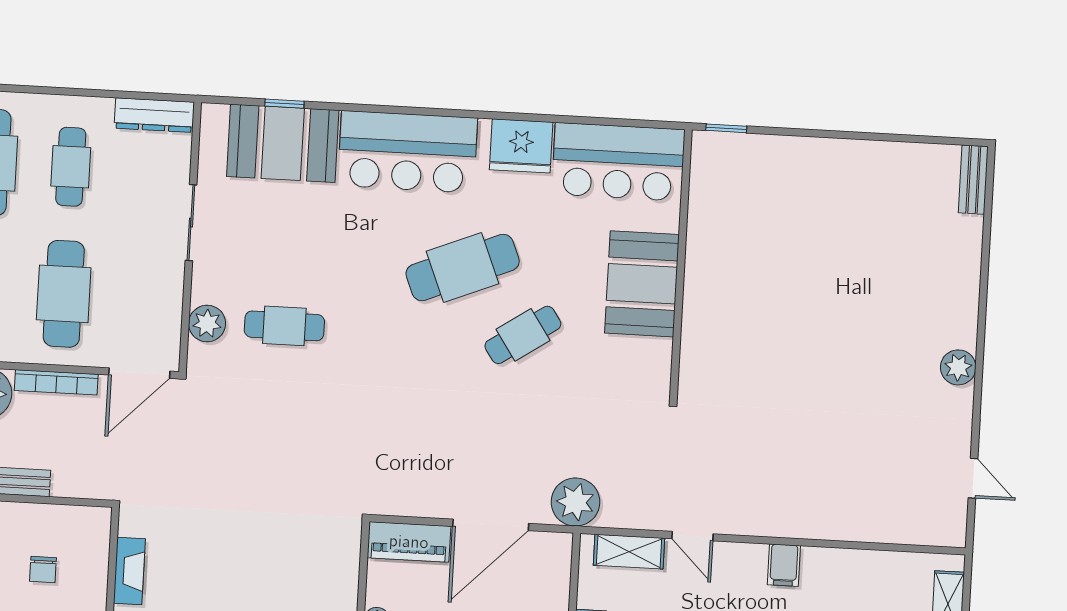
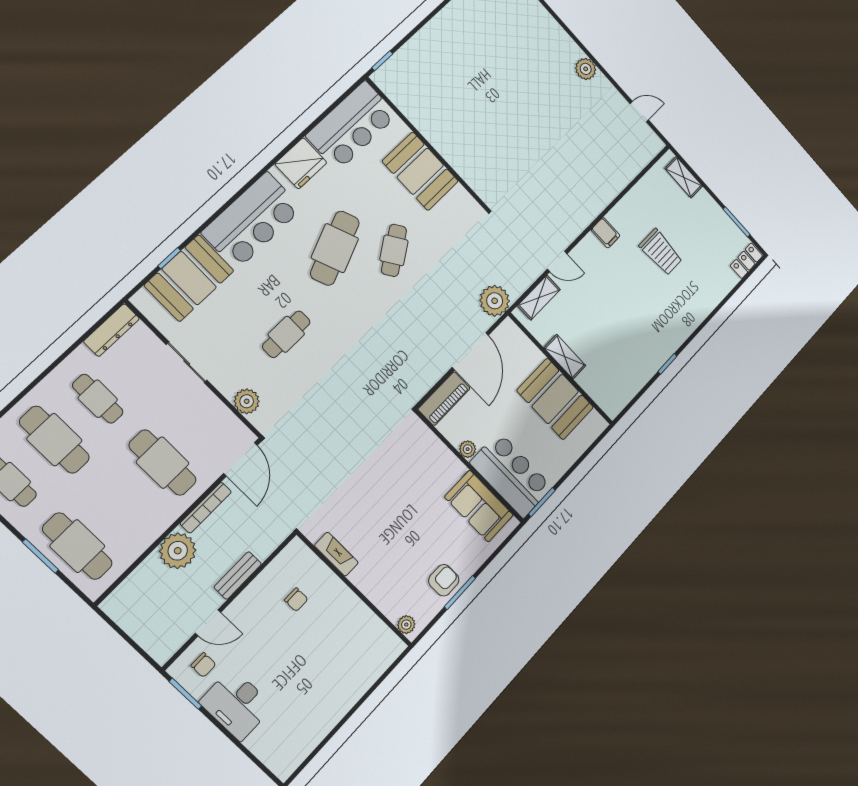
cafe table: (284, 326) -> (286, 334), moved

